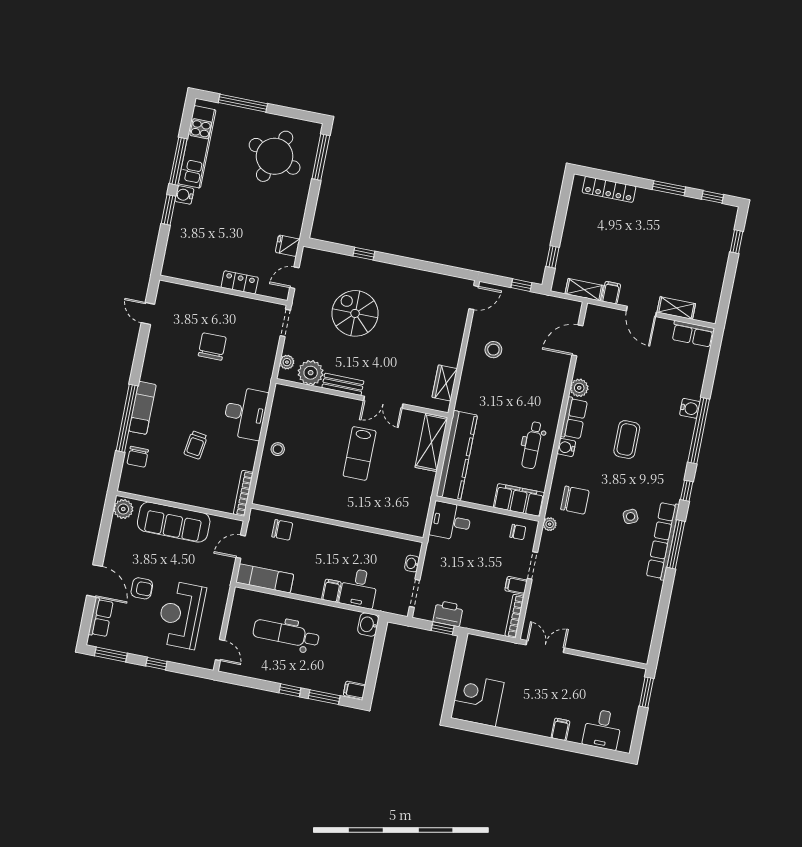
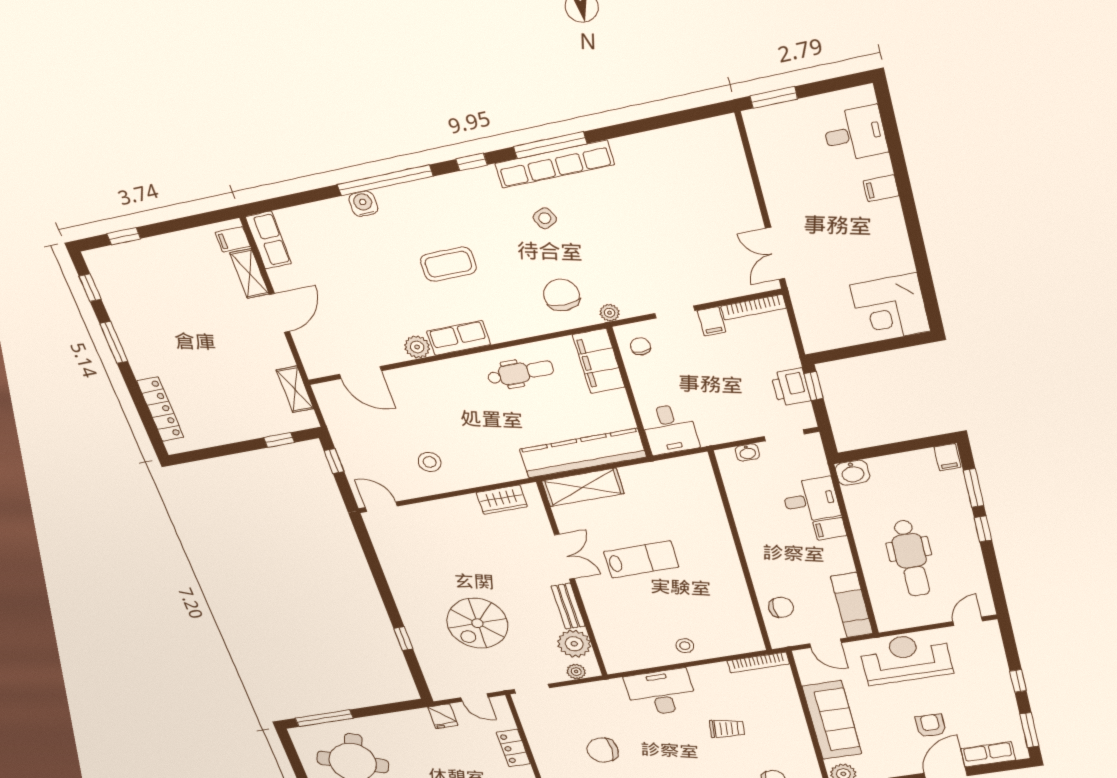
filing cabinet: (611, 293) -> (233, 239), moved
water cooler: (566, 447) -> (500, 332), removed
chair: (282, 530) -> (781, 607), turned 90
reception desk: (181, 615) -> (906, 658), moved, turned 180

